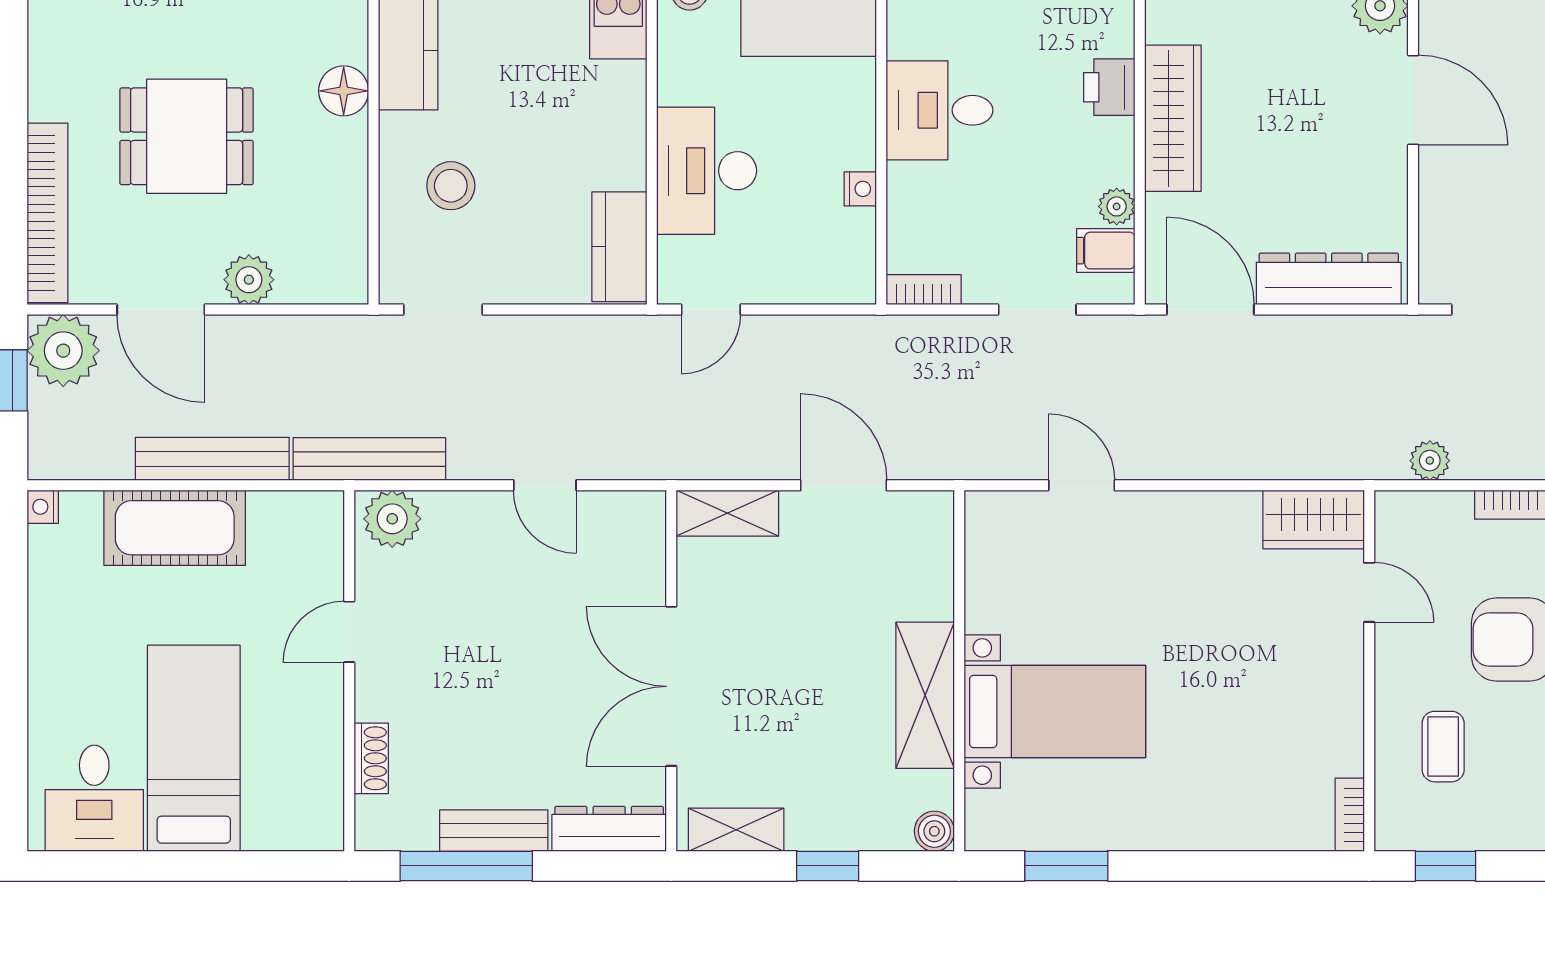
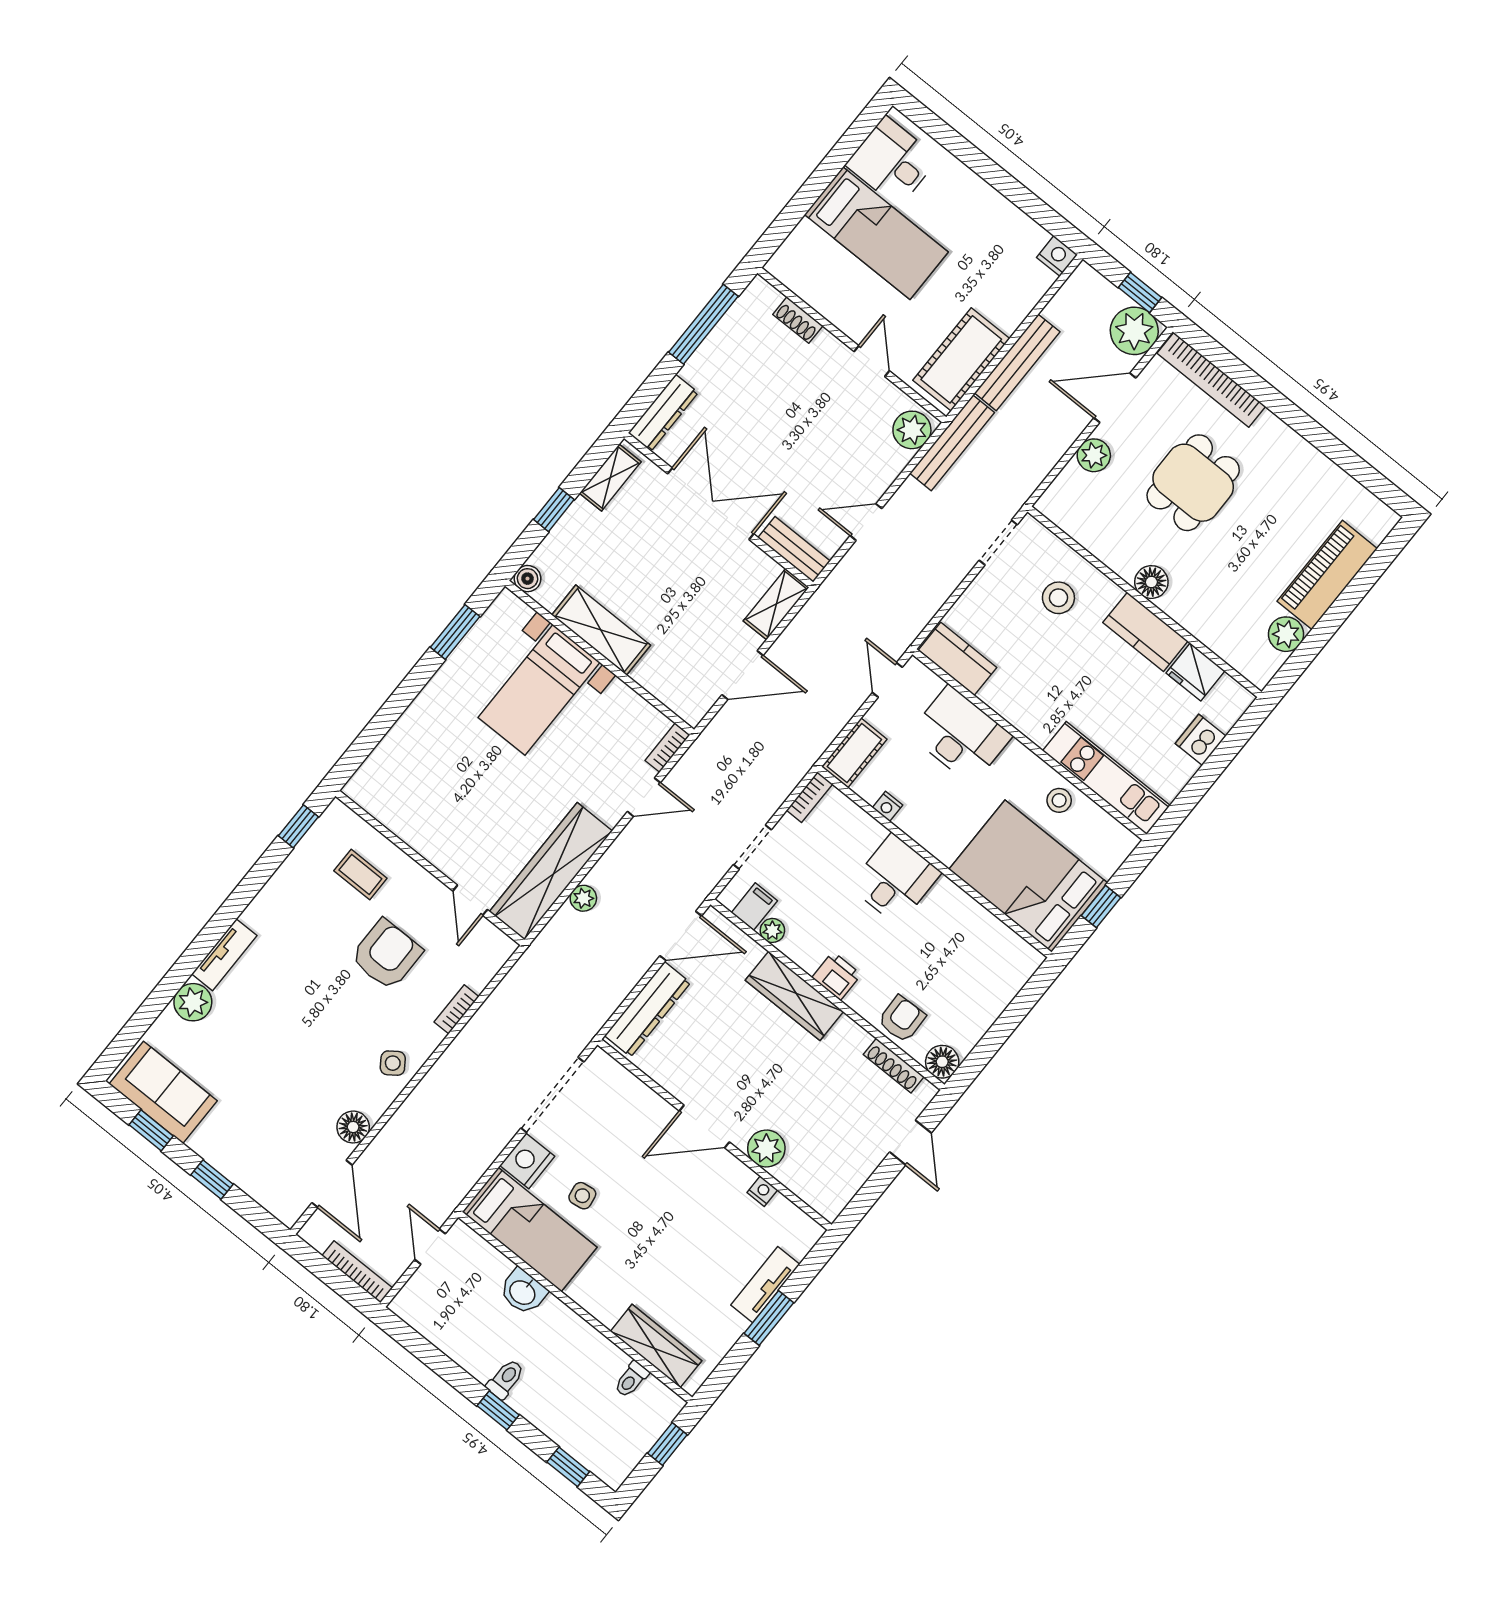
cot: (829, 279) -> (854, 753), added
plant: (1430, 461) -> (583, 898), moved
nightstand: (43, 507) -> (1057, 256), width x1.39, depth x1.35
wardrobe: (1314, 520) -> (551, 871), width x2.10, depth x1.17
cot: (175, 528) -> (961, 359), moved
door: (1369, 592) -> (470, 900), hinge flipped
bookcase: (1350, 815) -> (667, 748), moved, turned -90
bench: (494, 831) -> (794, 549), moved, turned 90

